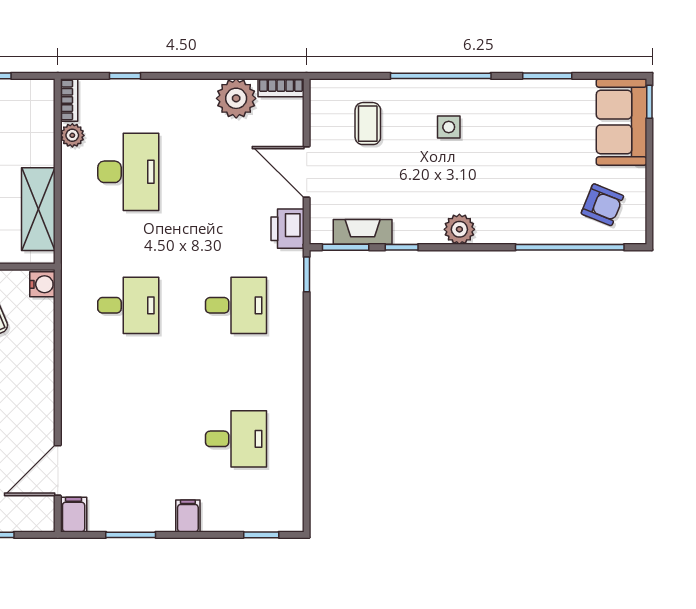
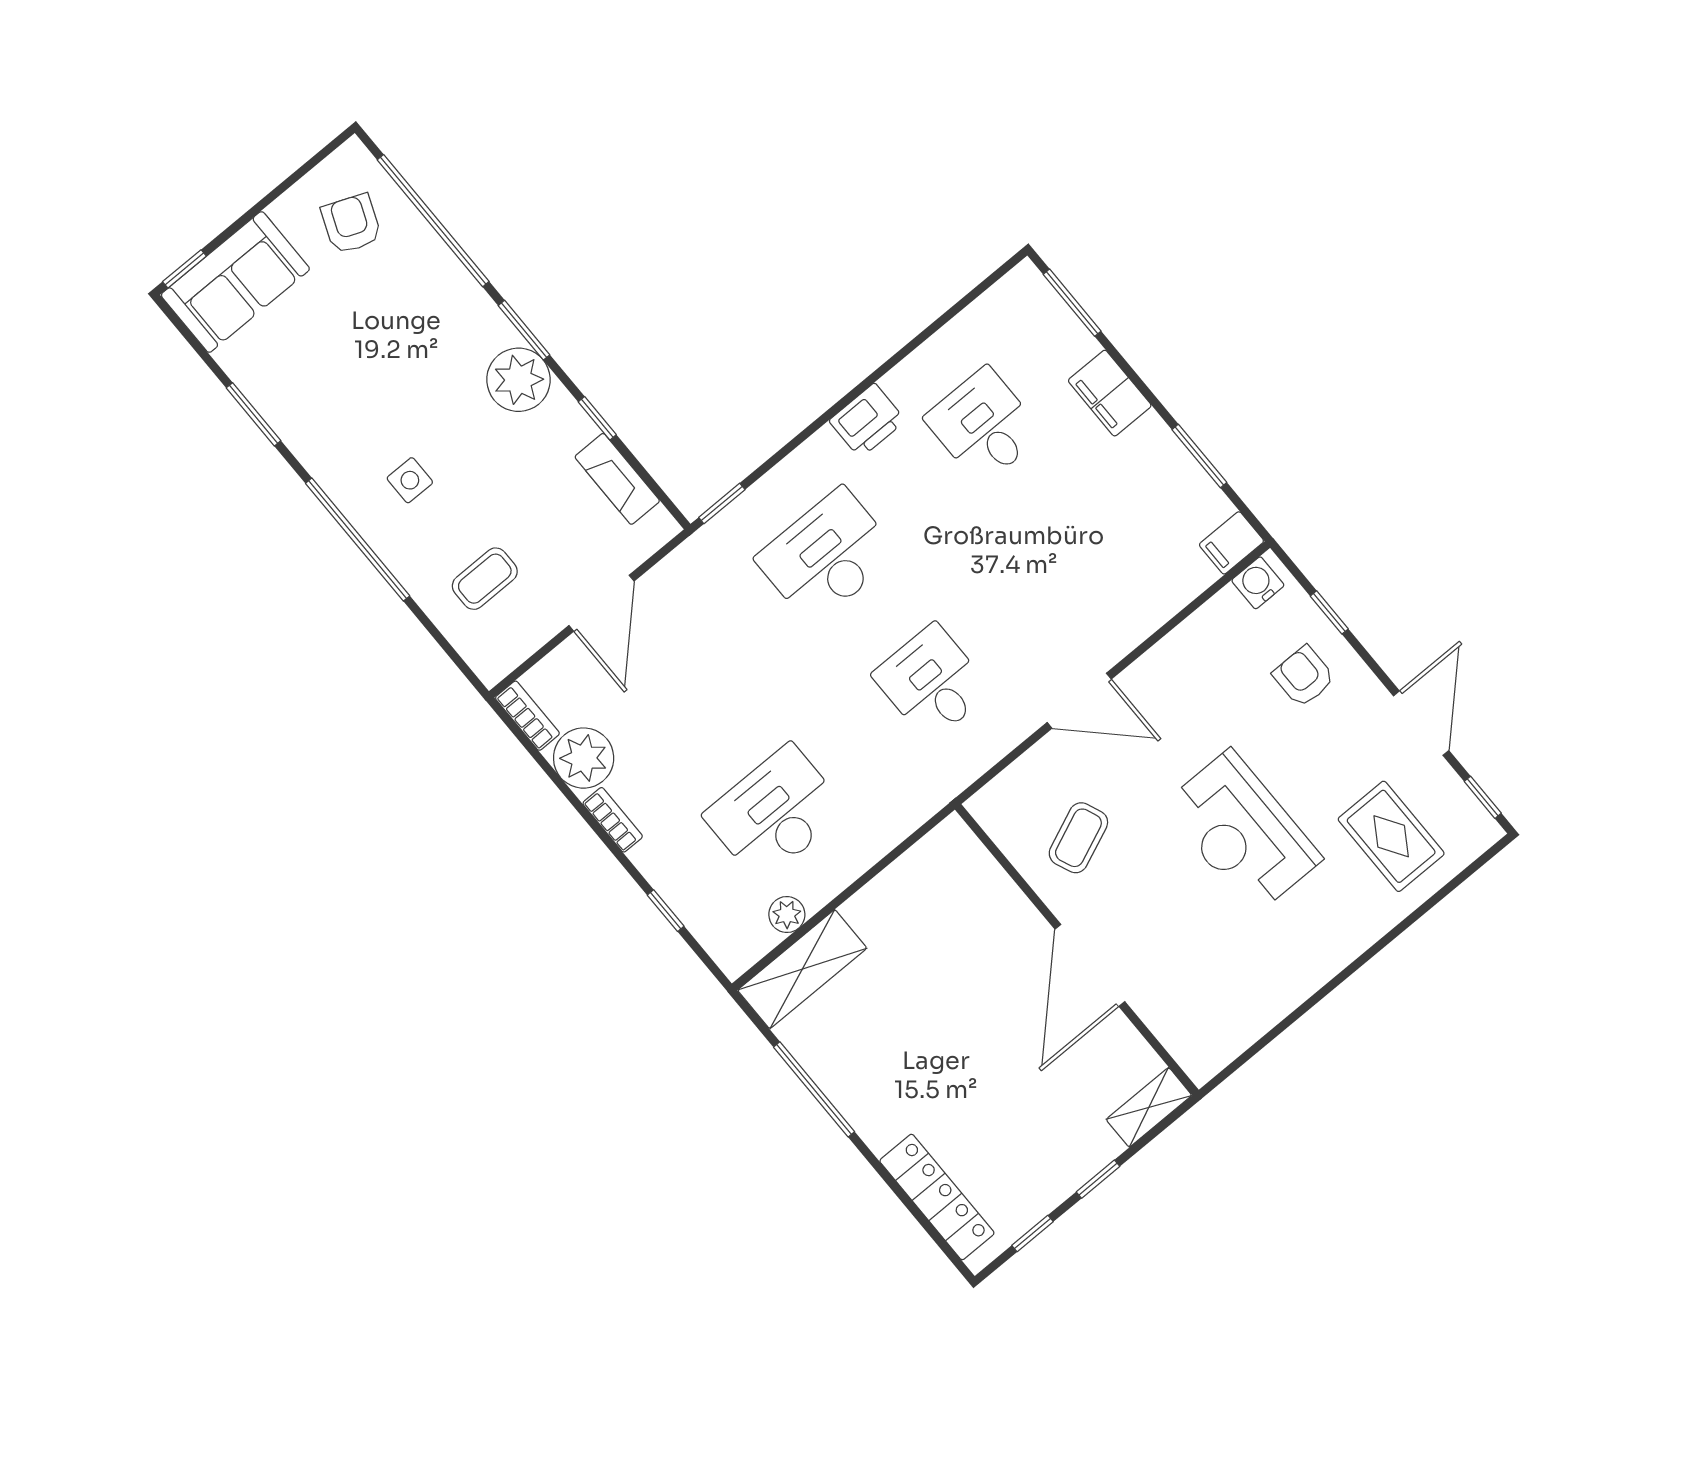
bookcase: (69, 100) -> (613, 820), moved, turned 90
shelving: (38, 209) -> (802, 969), moved
printer: (287, 229) -> (867, 421), moved
plant: (459, 229) -> (518, 380), width x1.36, depth x1.36
window: (346, 247) -> (524, 330), moved
water cooler: (42, 284) -> (1258, 583), moved
desk: (236, 305) -> (827, 556), width x1.37
door: (58, 470) -> (1079, 701), moved
filing cabinet: (188, 516) -> (1110, 393), width x2.00
window: (261, 535) -> (1072, 303), width x1.50

